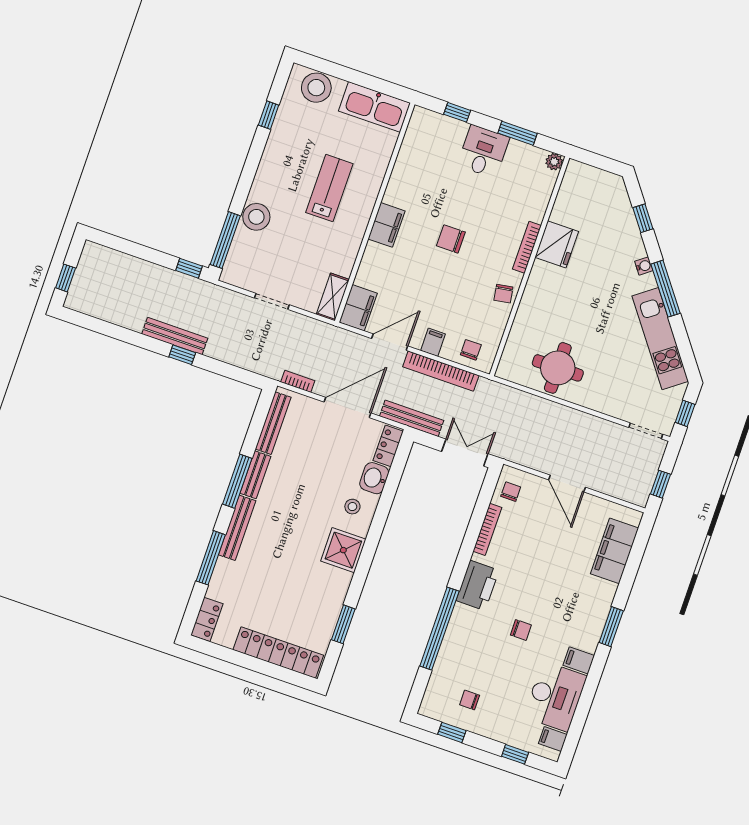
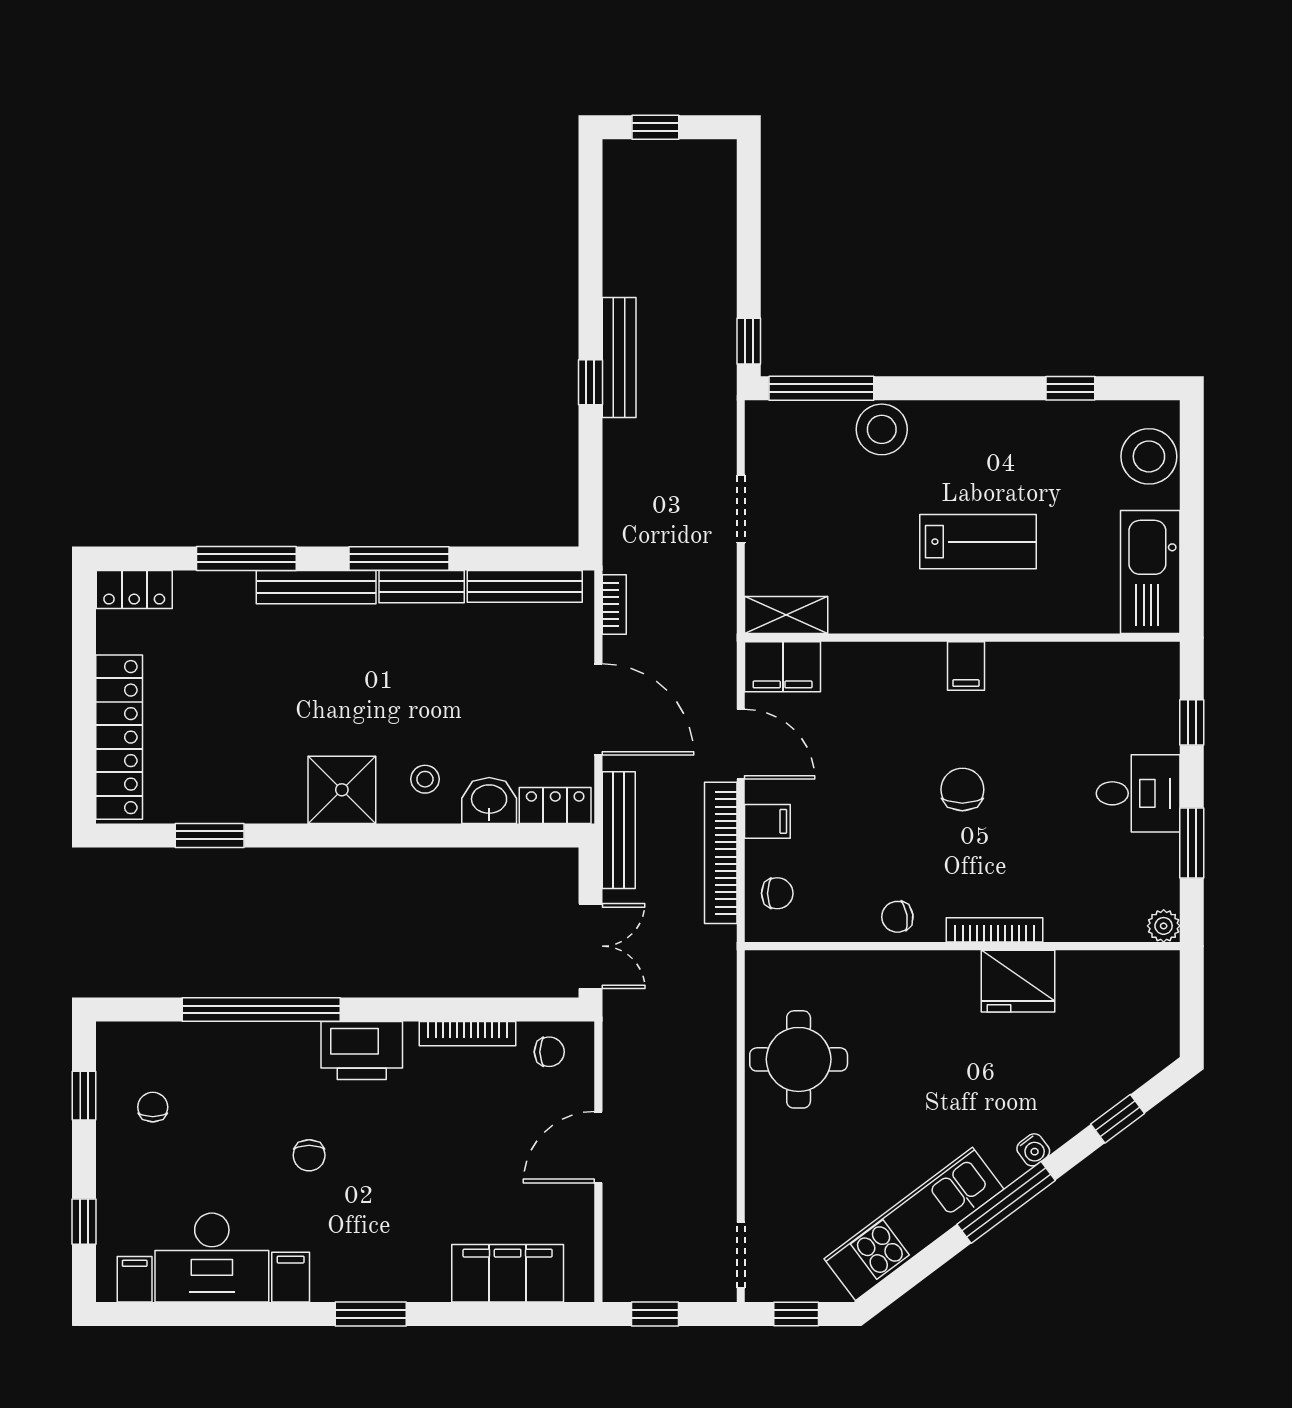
filing cabinet: (386, 225) -> (966, 666), width x0.50

